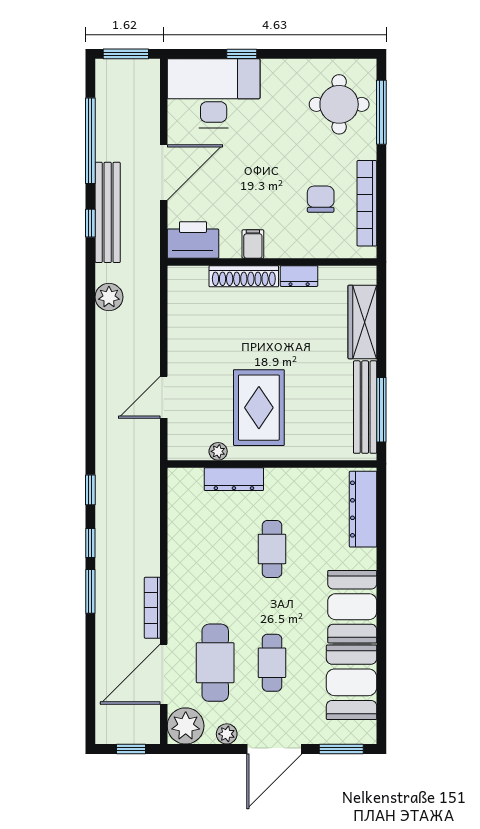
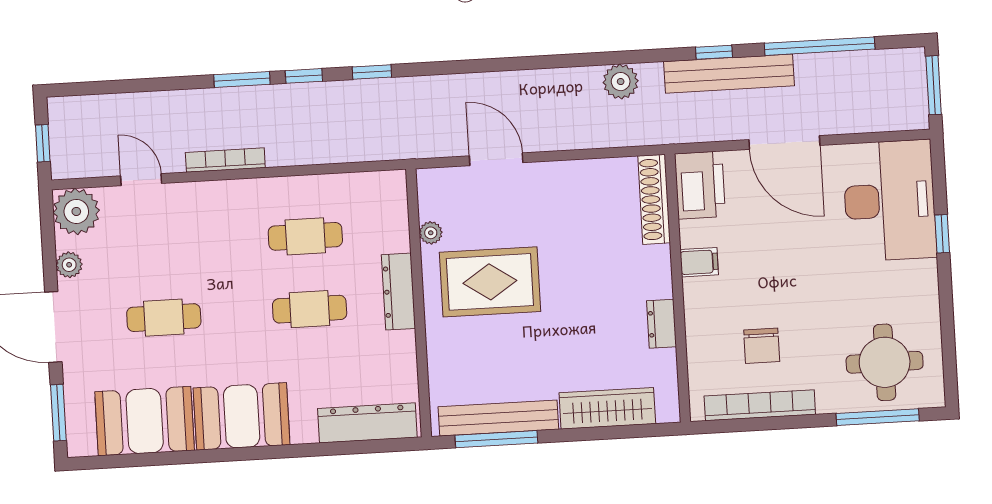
chair: (321, 199) -> (762, 346), turned 90
shoe rack: (244, 276) -> (654, 199), moved
dresser: (234, 479) -> (398, 292), moved
cafe table: (215, 663) -> (305, 236), moved, width x0.73, depth x0.74
door: (164, 674) -> (141, 180), width x0.53

